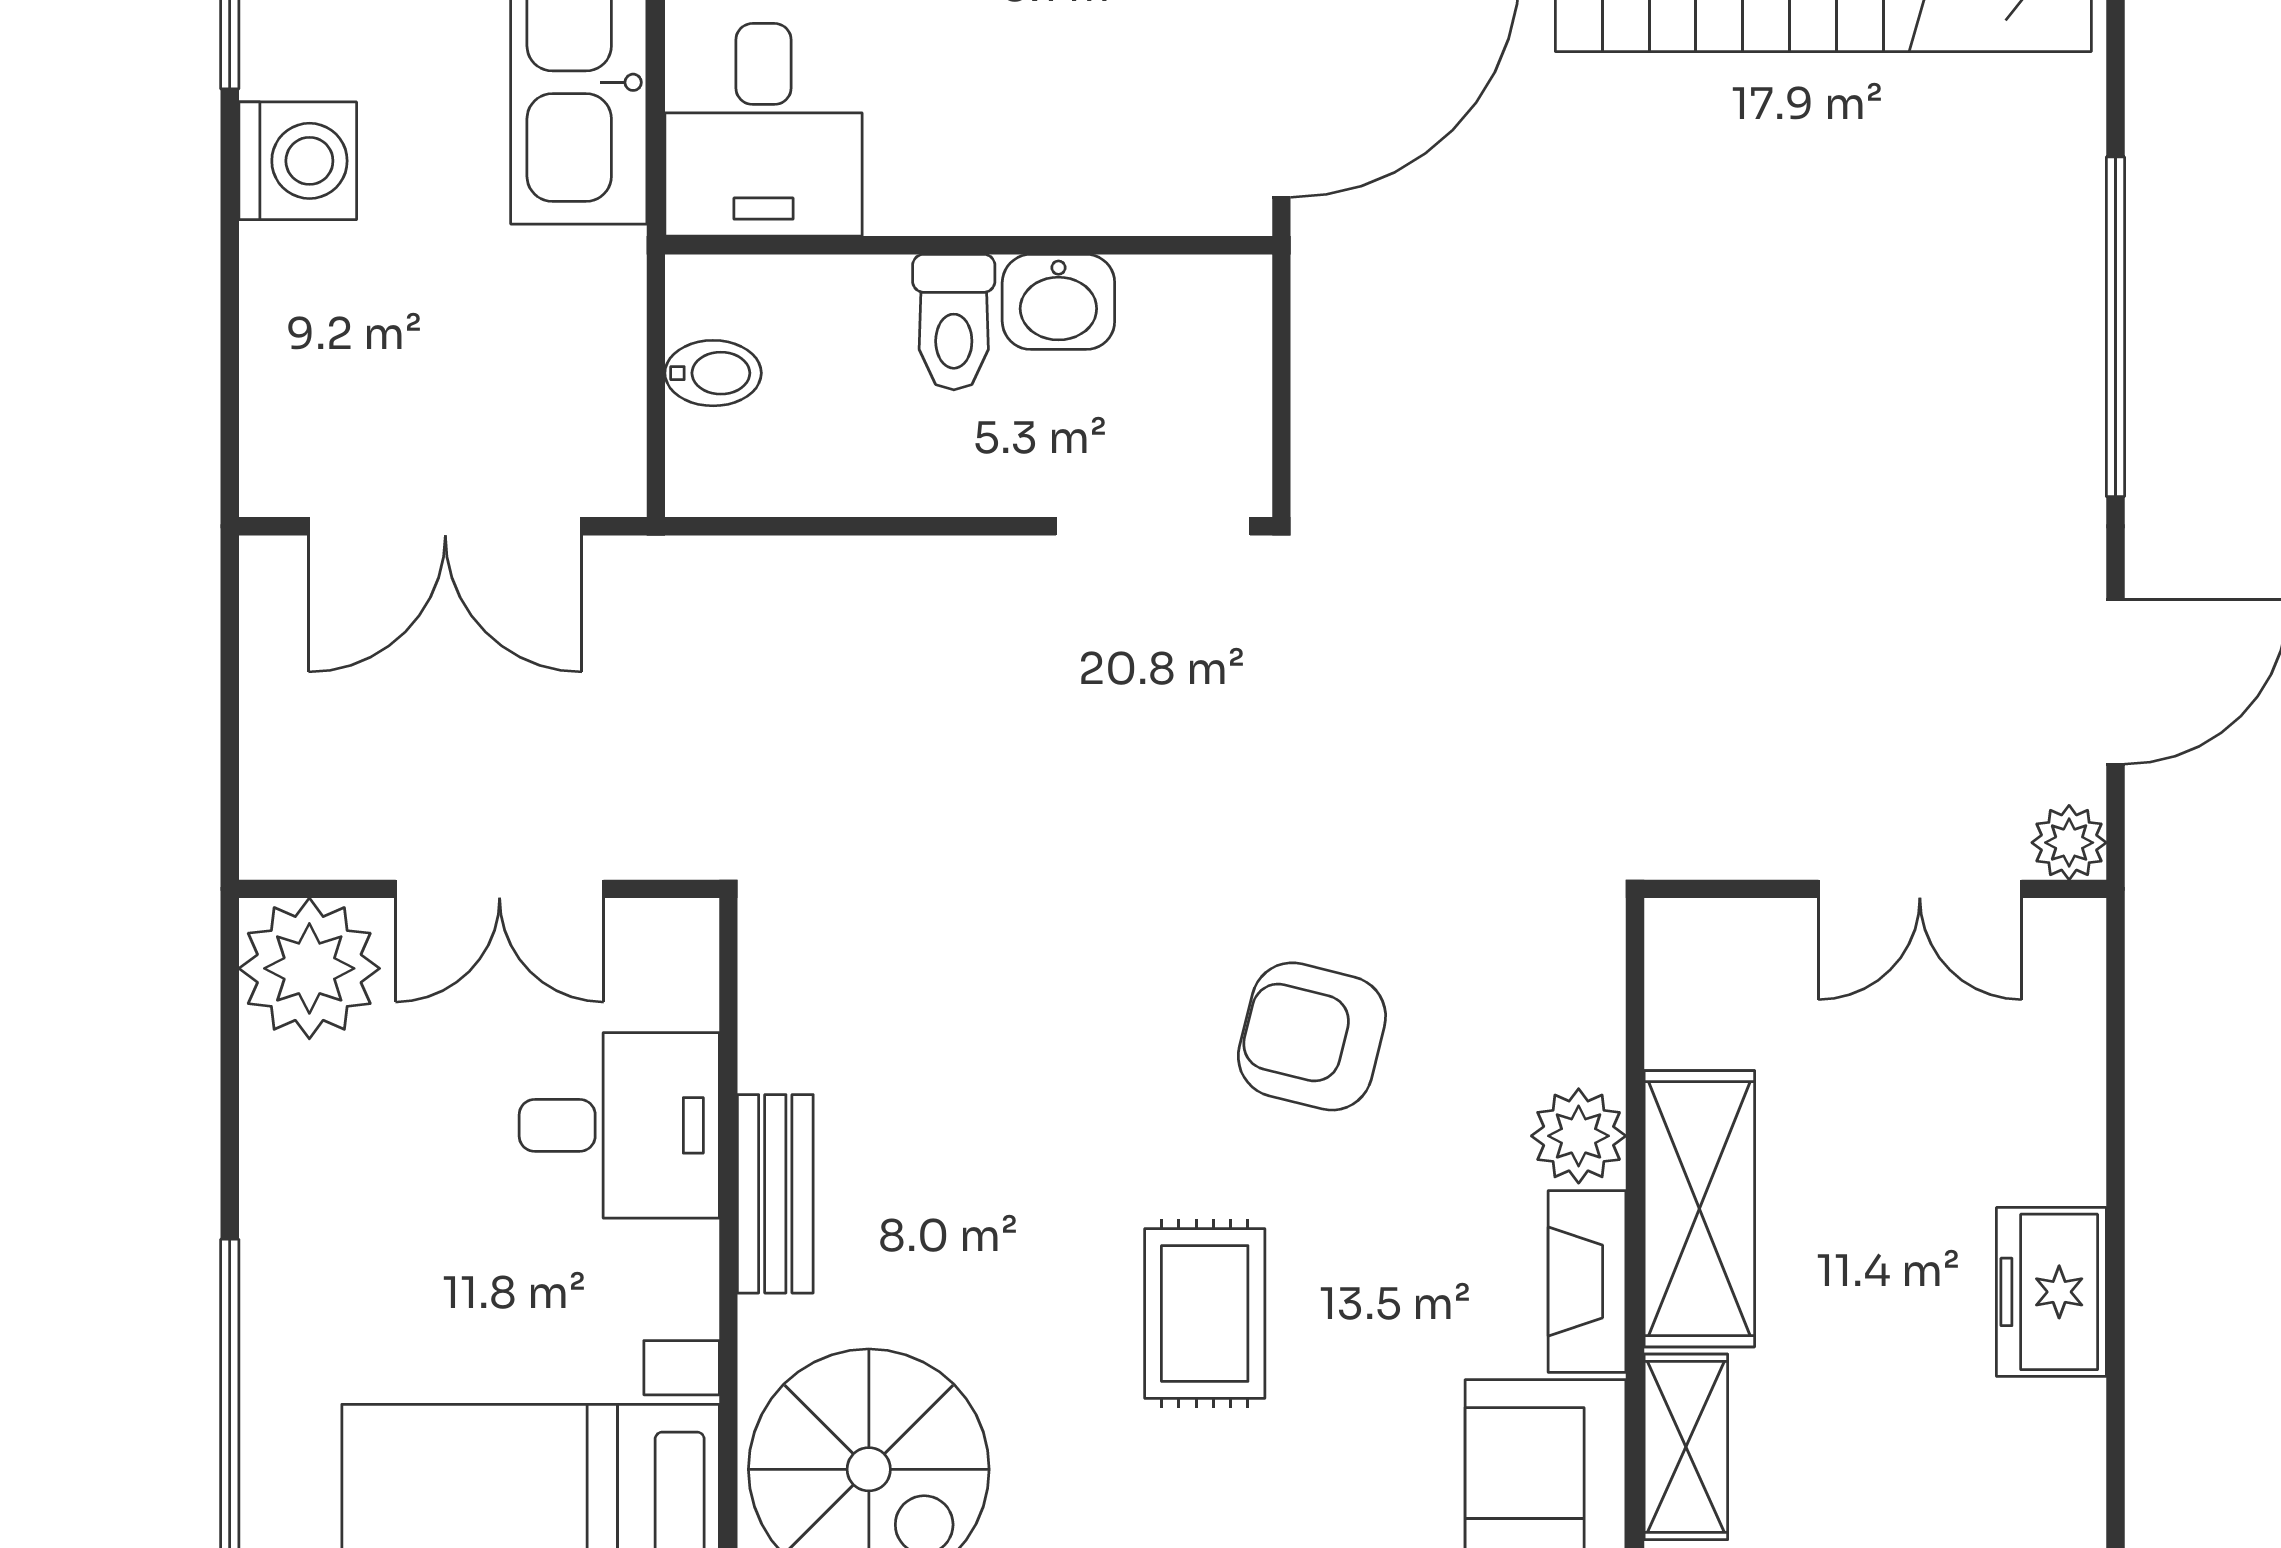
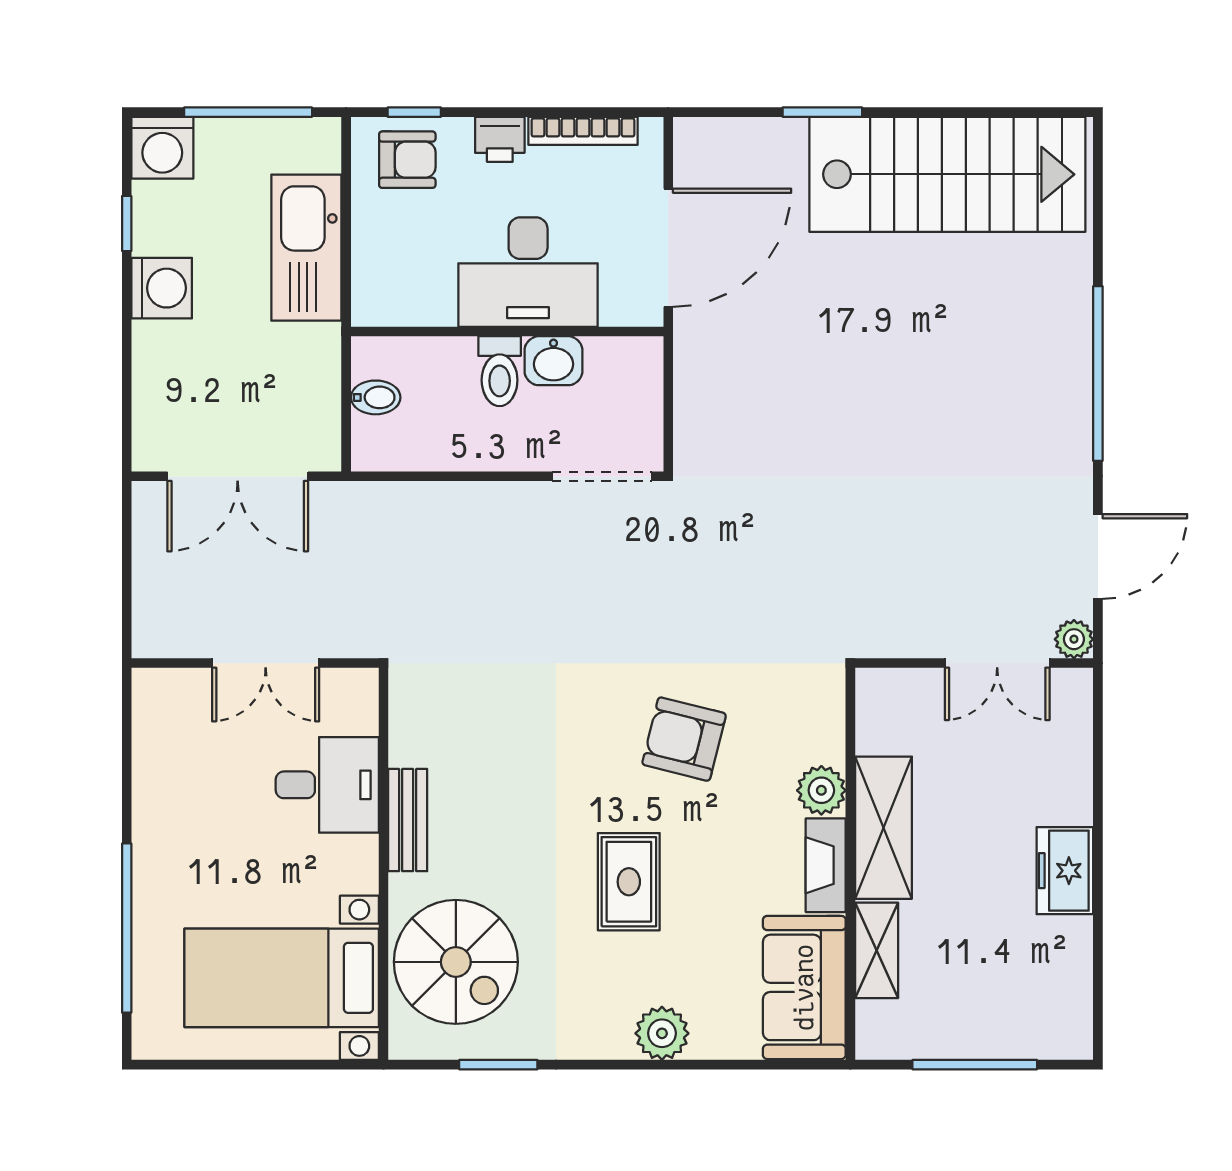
desk: (764, 130) -> (528, 272), moved, width x1.37
plant: (309, 968) -> (168, 704), removed

